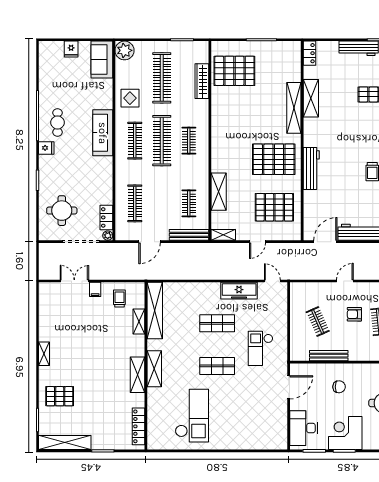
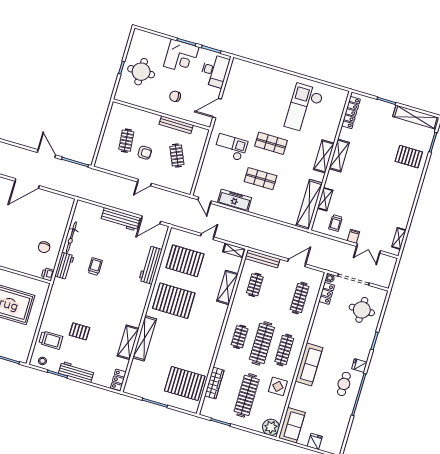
workbench: (311, 168) -> (150, 265), moved
checkout: (260, 348) -> (231, 147), turned -90
shelving: (44, 354) -> (399, 238), moved

